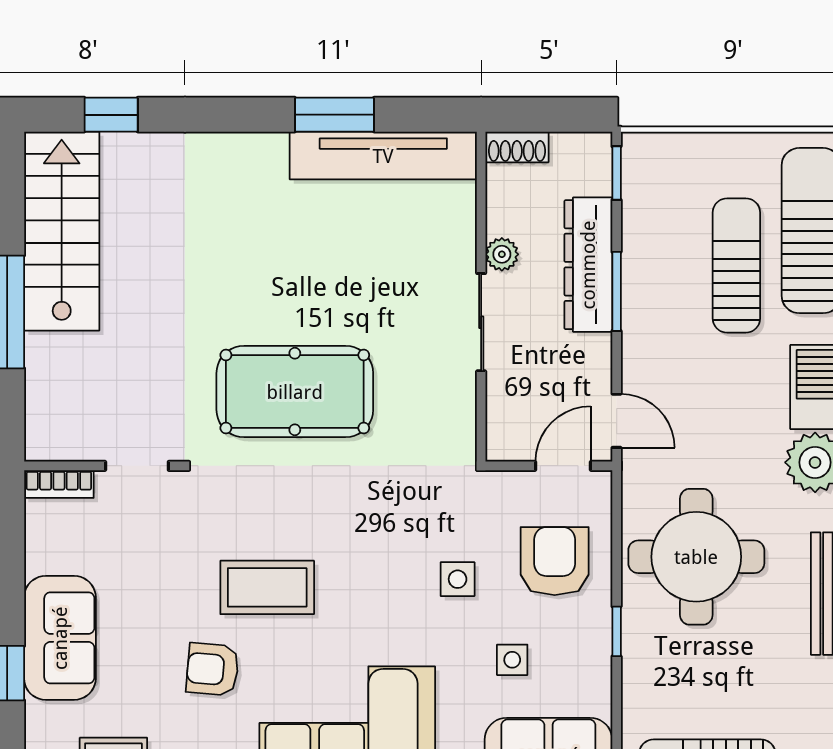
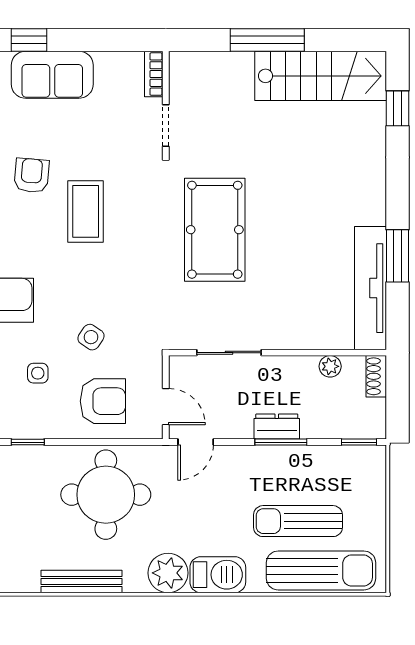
plant: (502, 254) -> (330, 366), moved
dresser: (588, 265) -> (277, 427), width x0.51, depth x0.80
sun lounger: (736, 265) -> (298, 521), turned 180
sliding door: (481, 322) -> (229, 353), moved
side table: (458, 579) -> (91, 337), turned 34
window: (617, 631) -> (28, 442), moved

